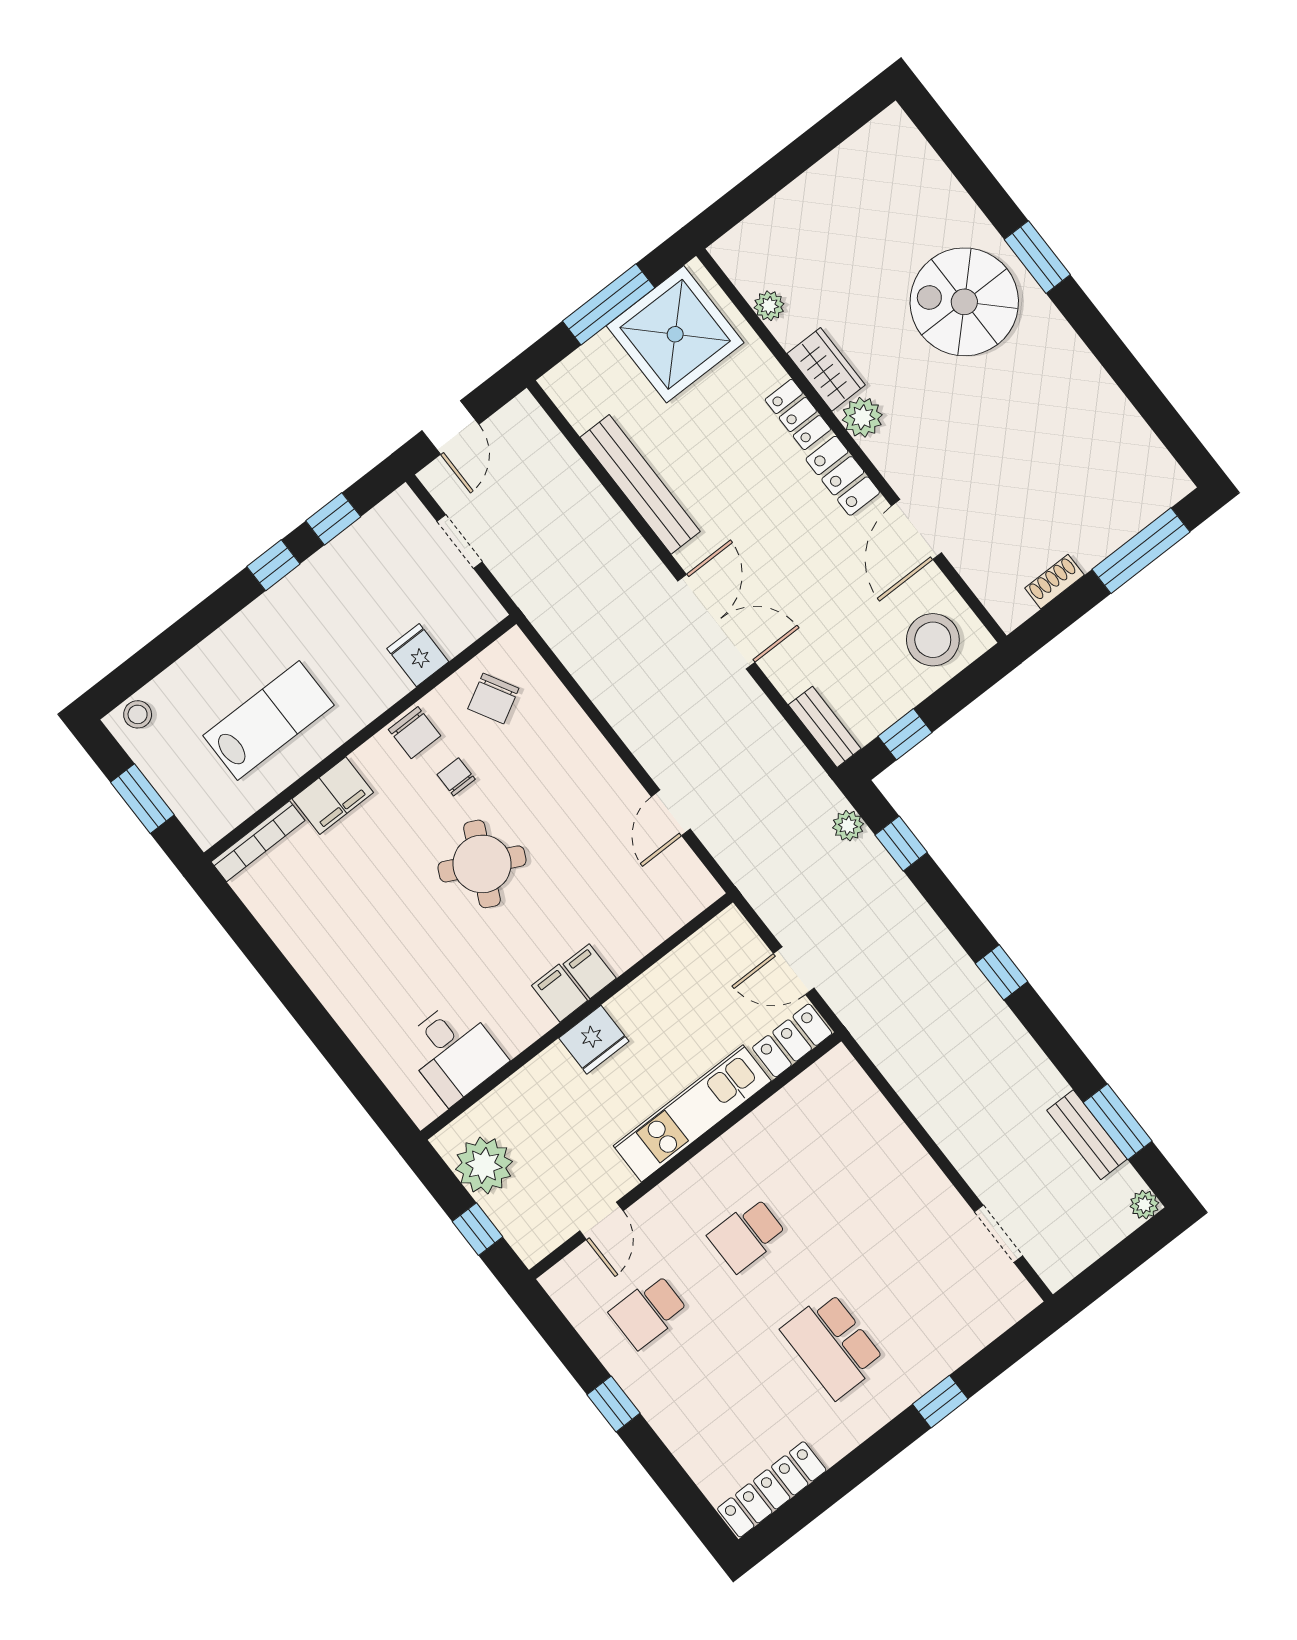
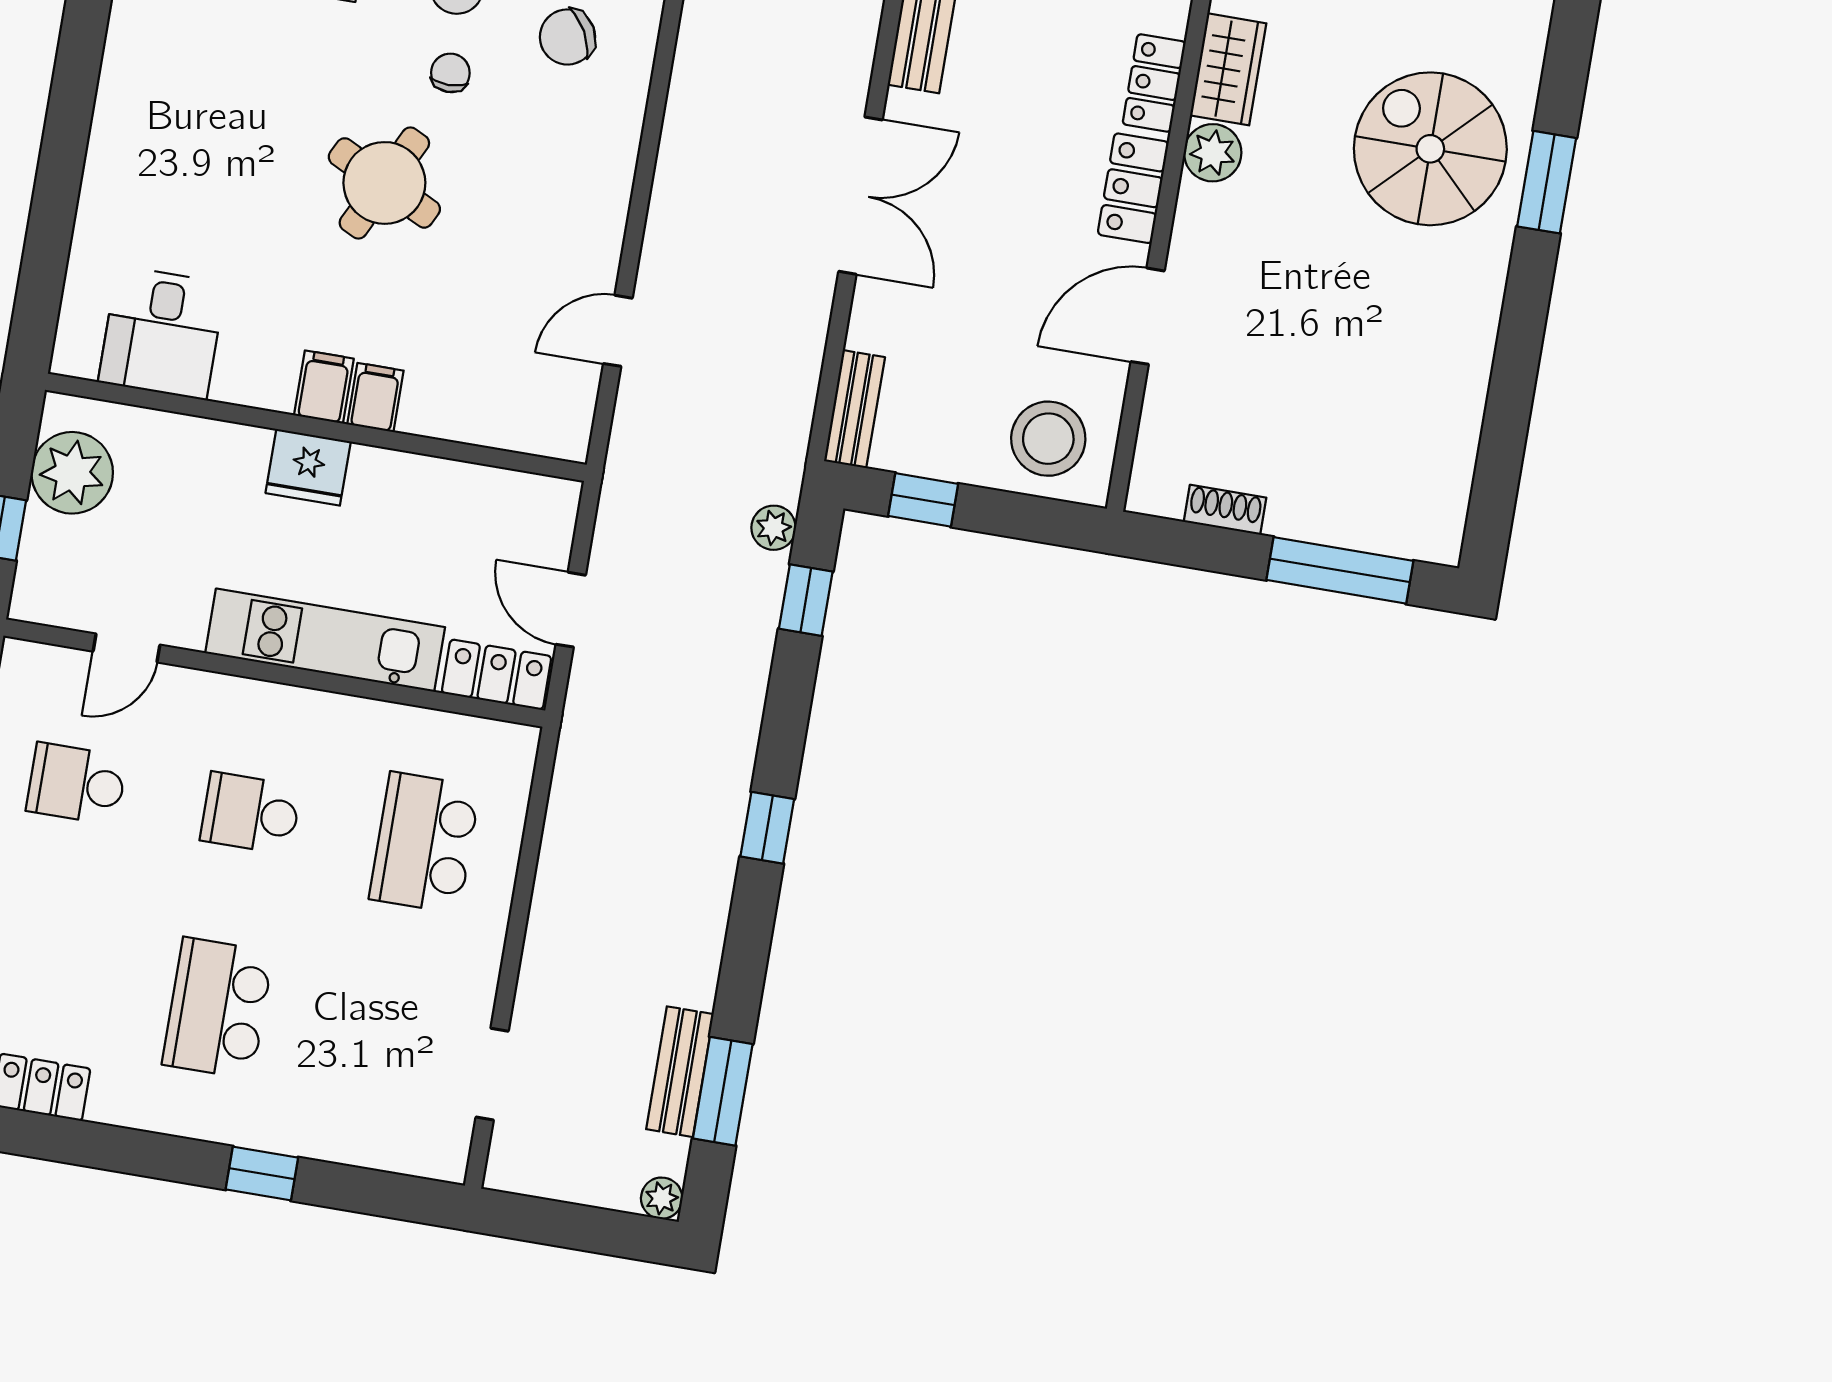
school desk: (845, 1158) -> (425, 843), added

